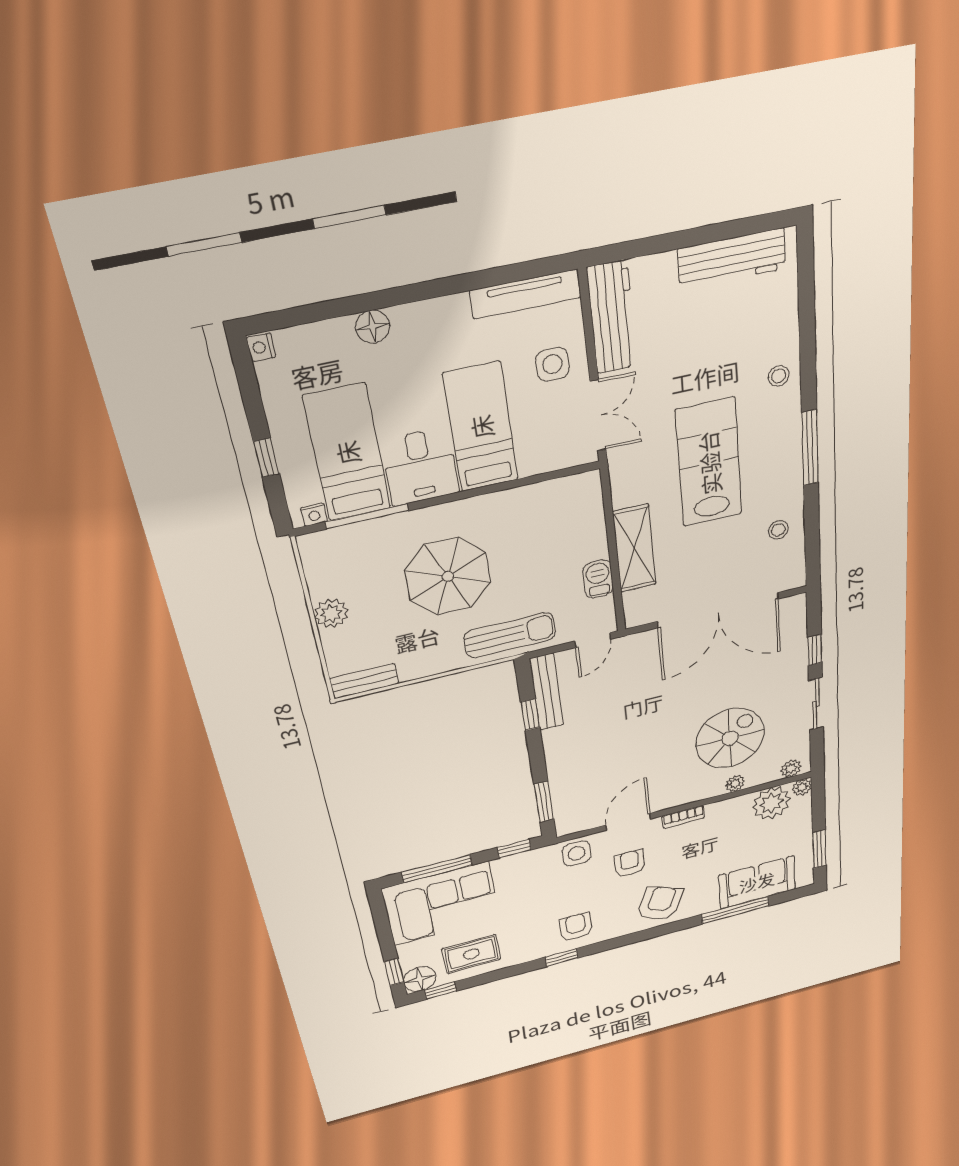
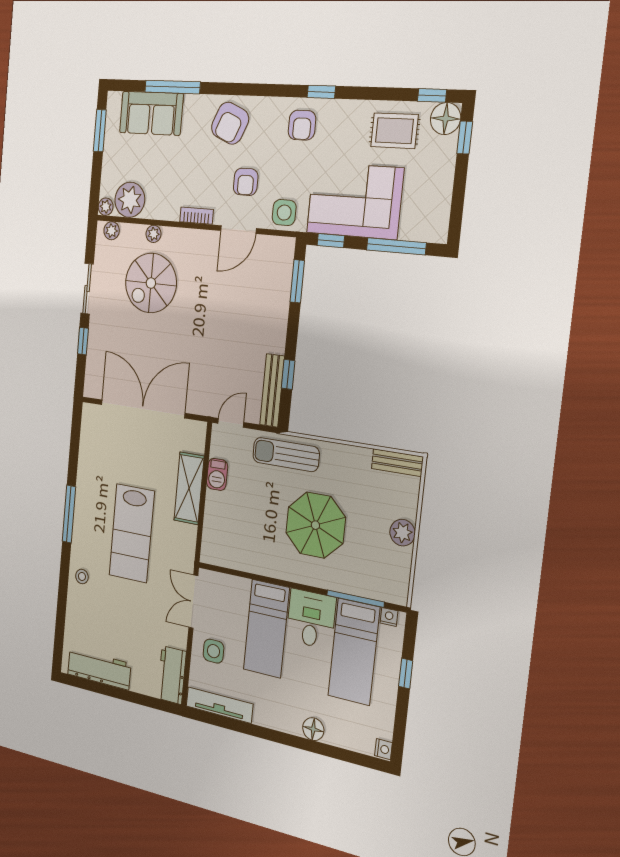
workbench: (612, 317) -> (172, 675), width x0.73
stool: (778, 530) -> (95, 458), removed
corner sofa: (441, 904) -> (355, 201), moved

